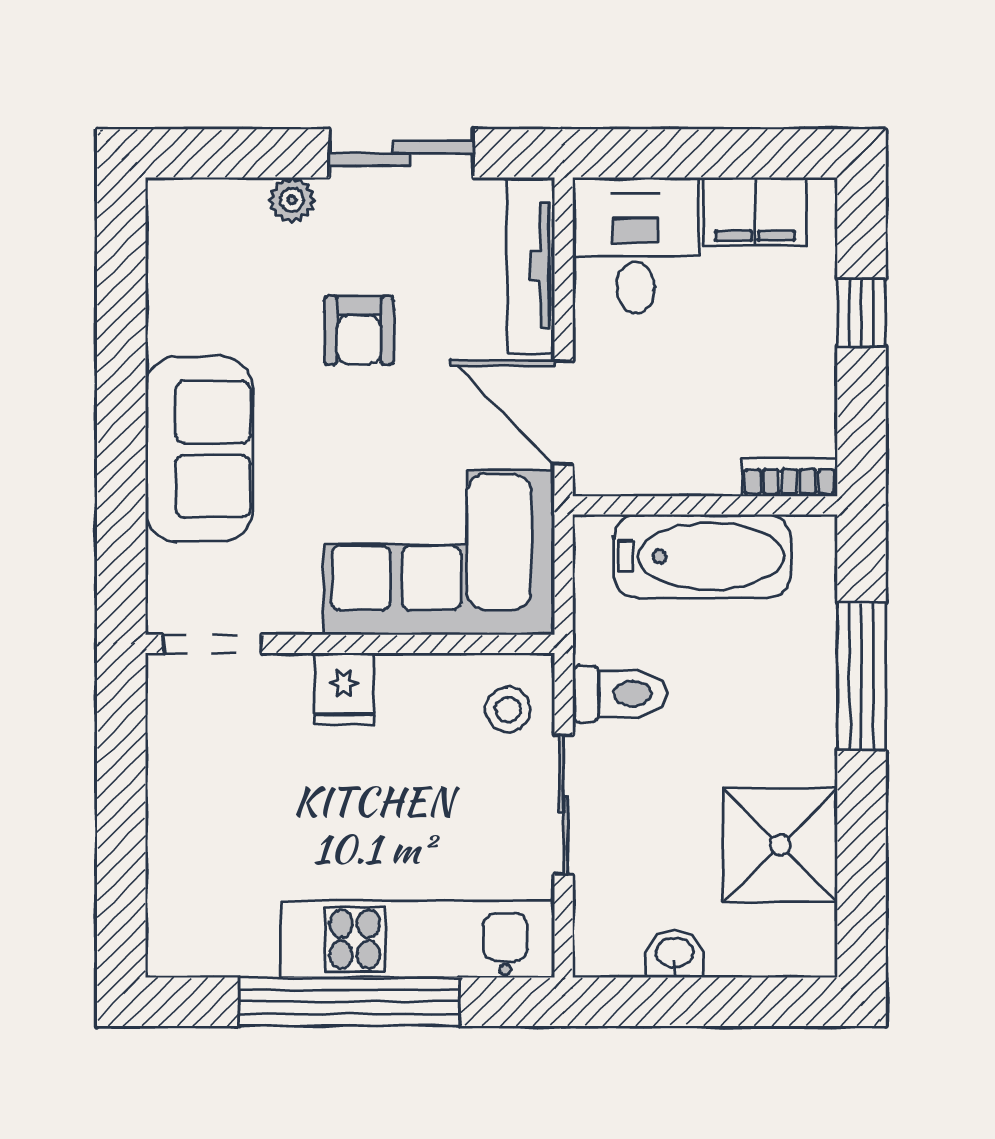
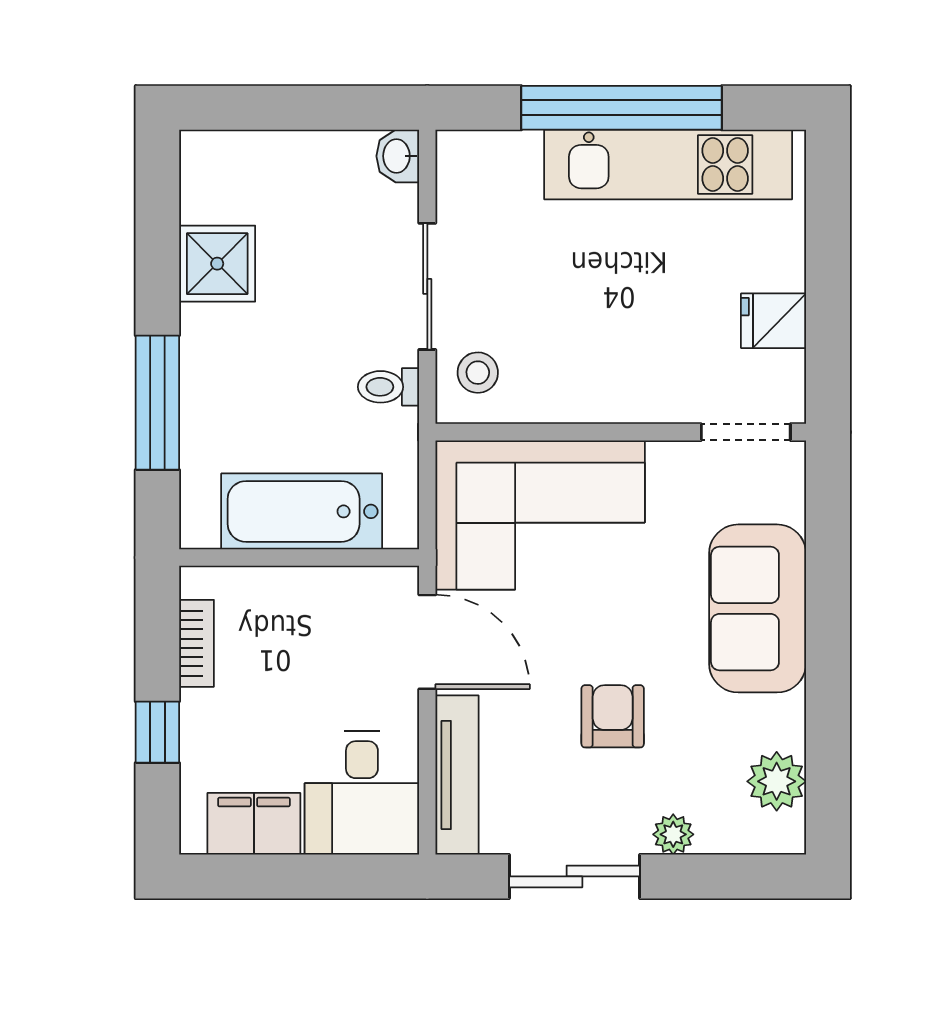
plant: (178, 258) -> (777, 781), added
bookcase: (789, 477) -> (197, 643), moved, turned -90
fridge: (344, 689) -> (774, 321), moved, turned -90
toilet: (619, 694) -> (388, 387), width x0.73, depth x0.72
shower: (780, 845) -> (217, 264), width x0.73, depth x0.73
kitchen unit: (418, 939) -> (668, 165), moved
washbasin: (675, 954) -> (398, 156), moved, turned 90

